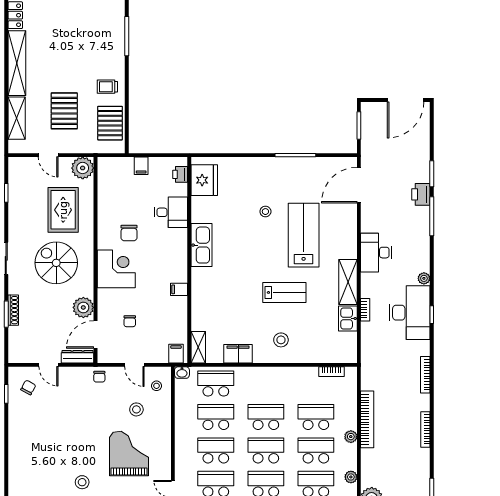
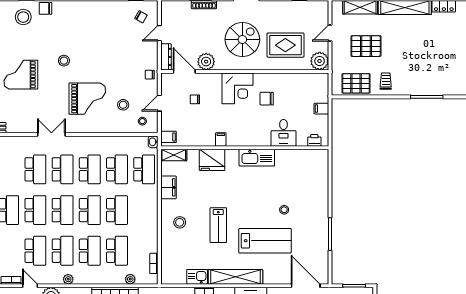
fridge: (204, 180) -> (212, 160), moved
shelving: (348, 282) -> (235, 277), width x1.47
plant: (351, 437) -> (130, 279), moved

